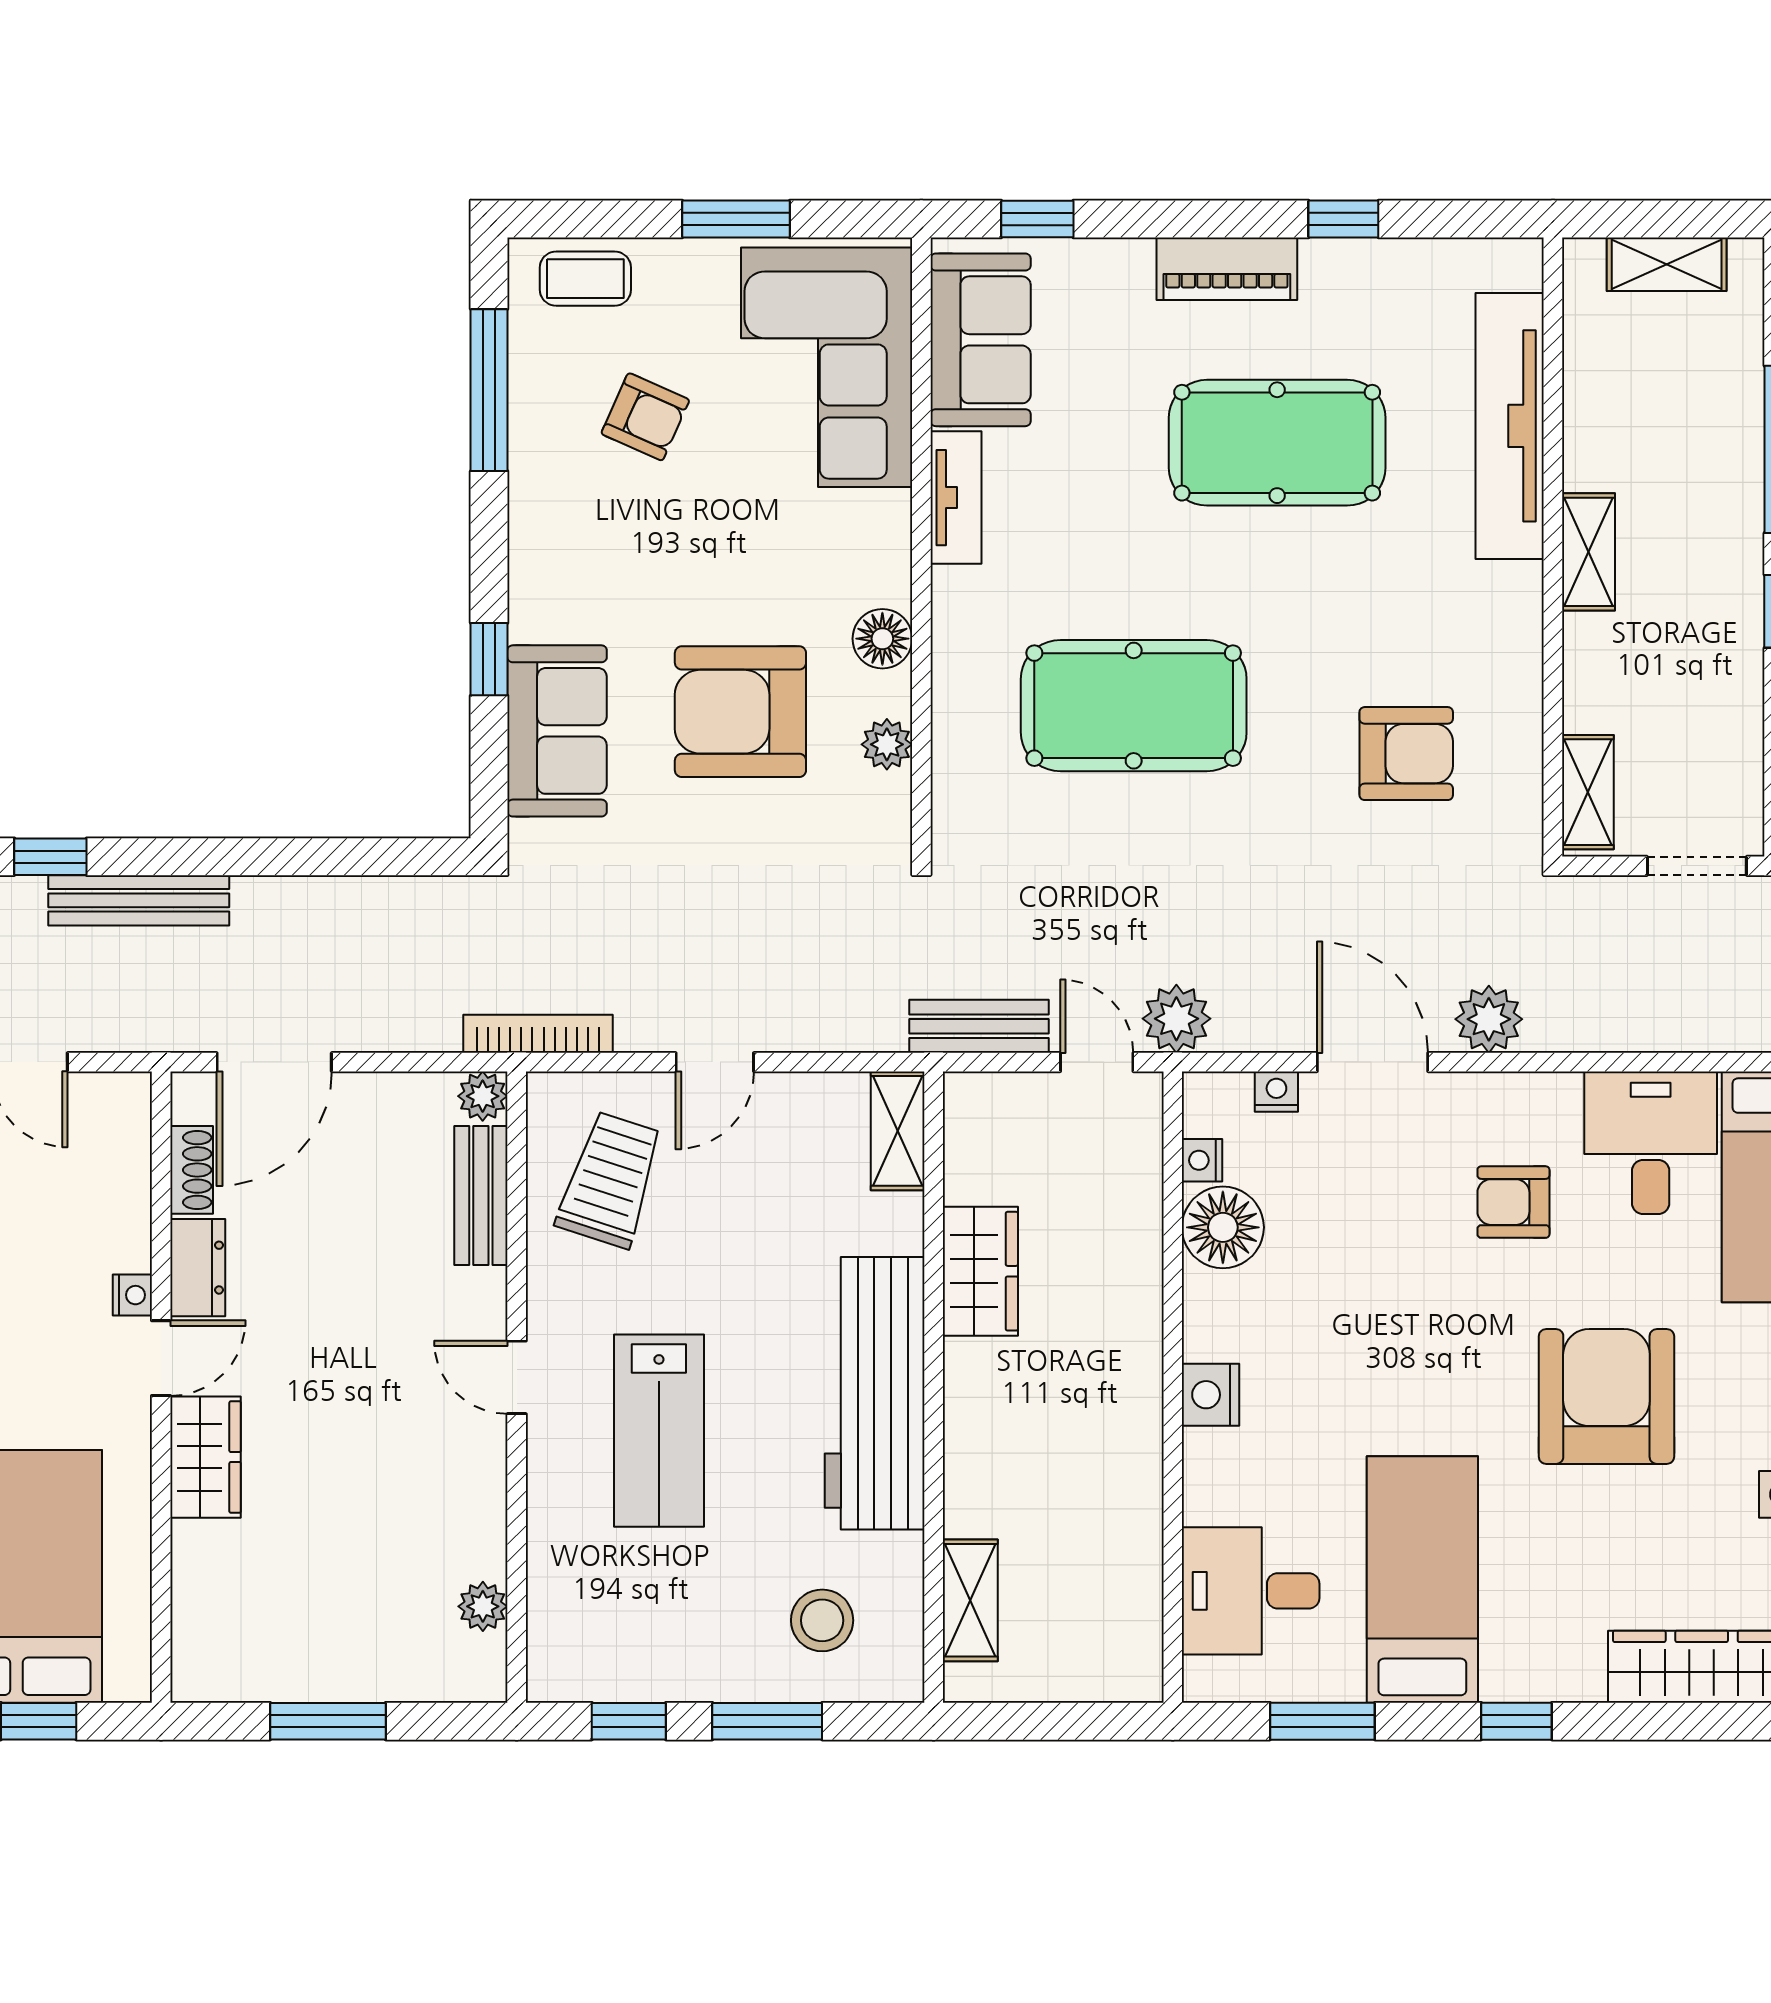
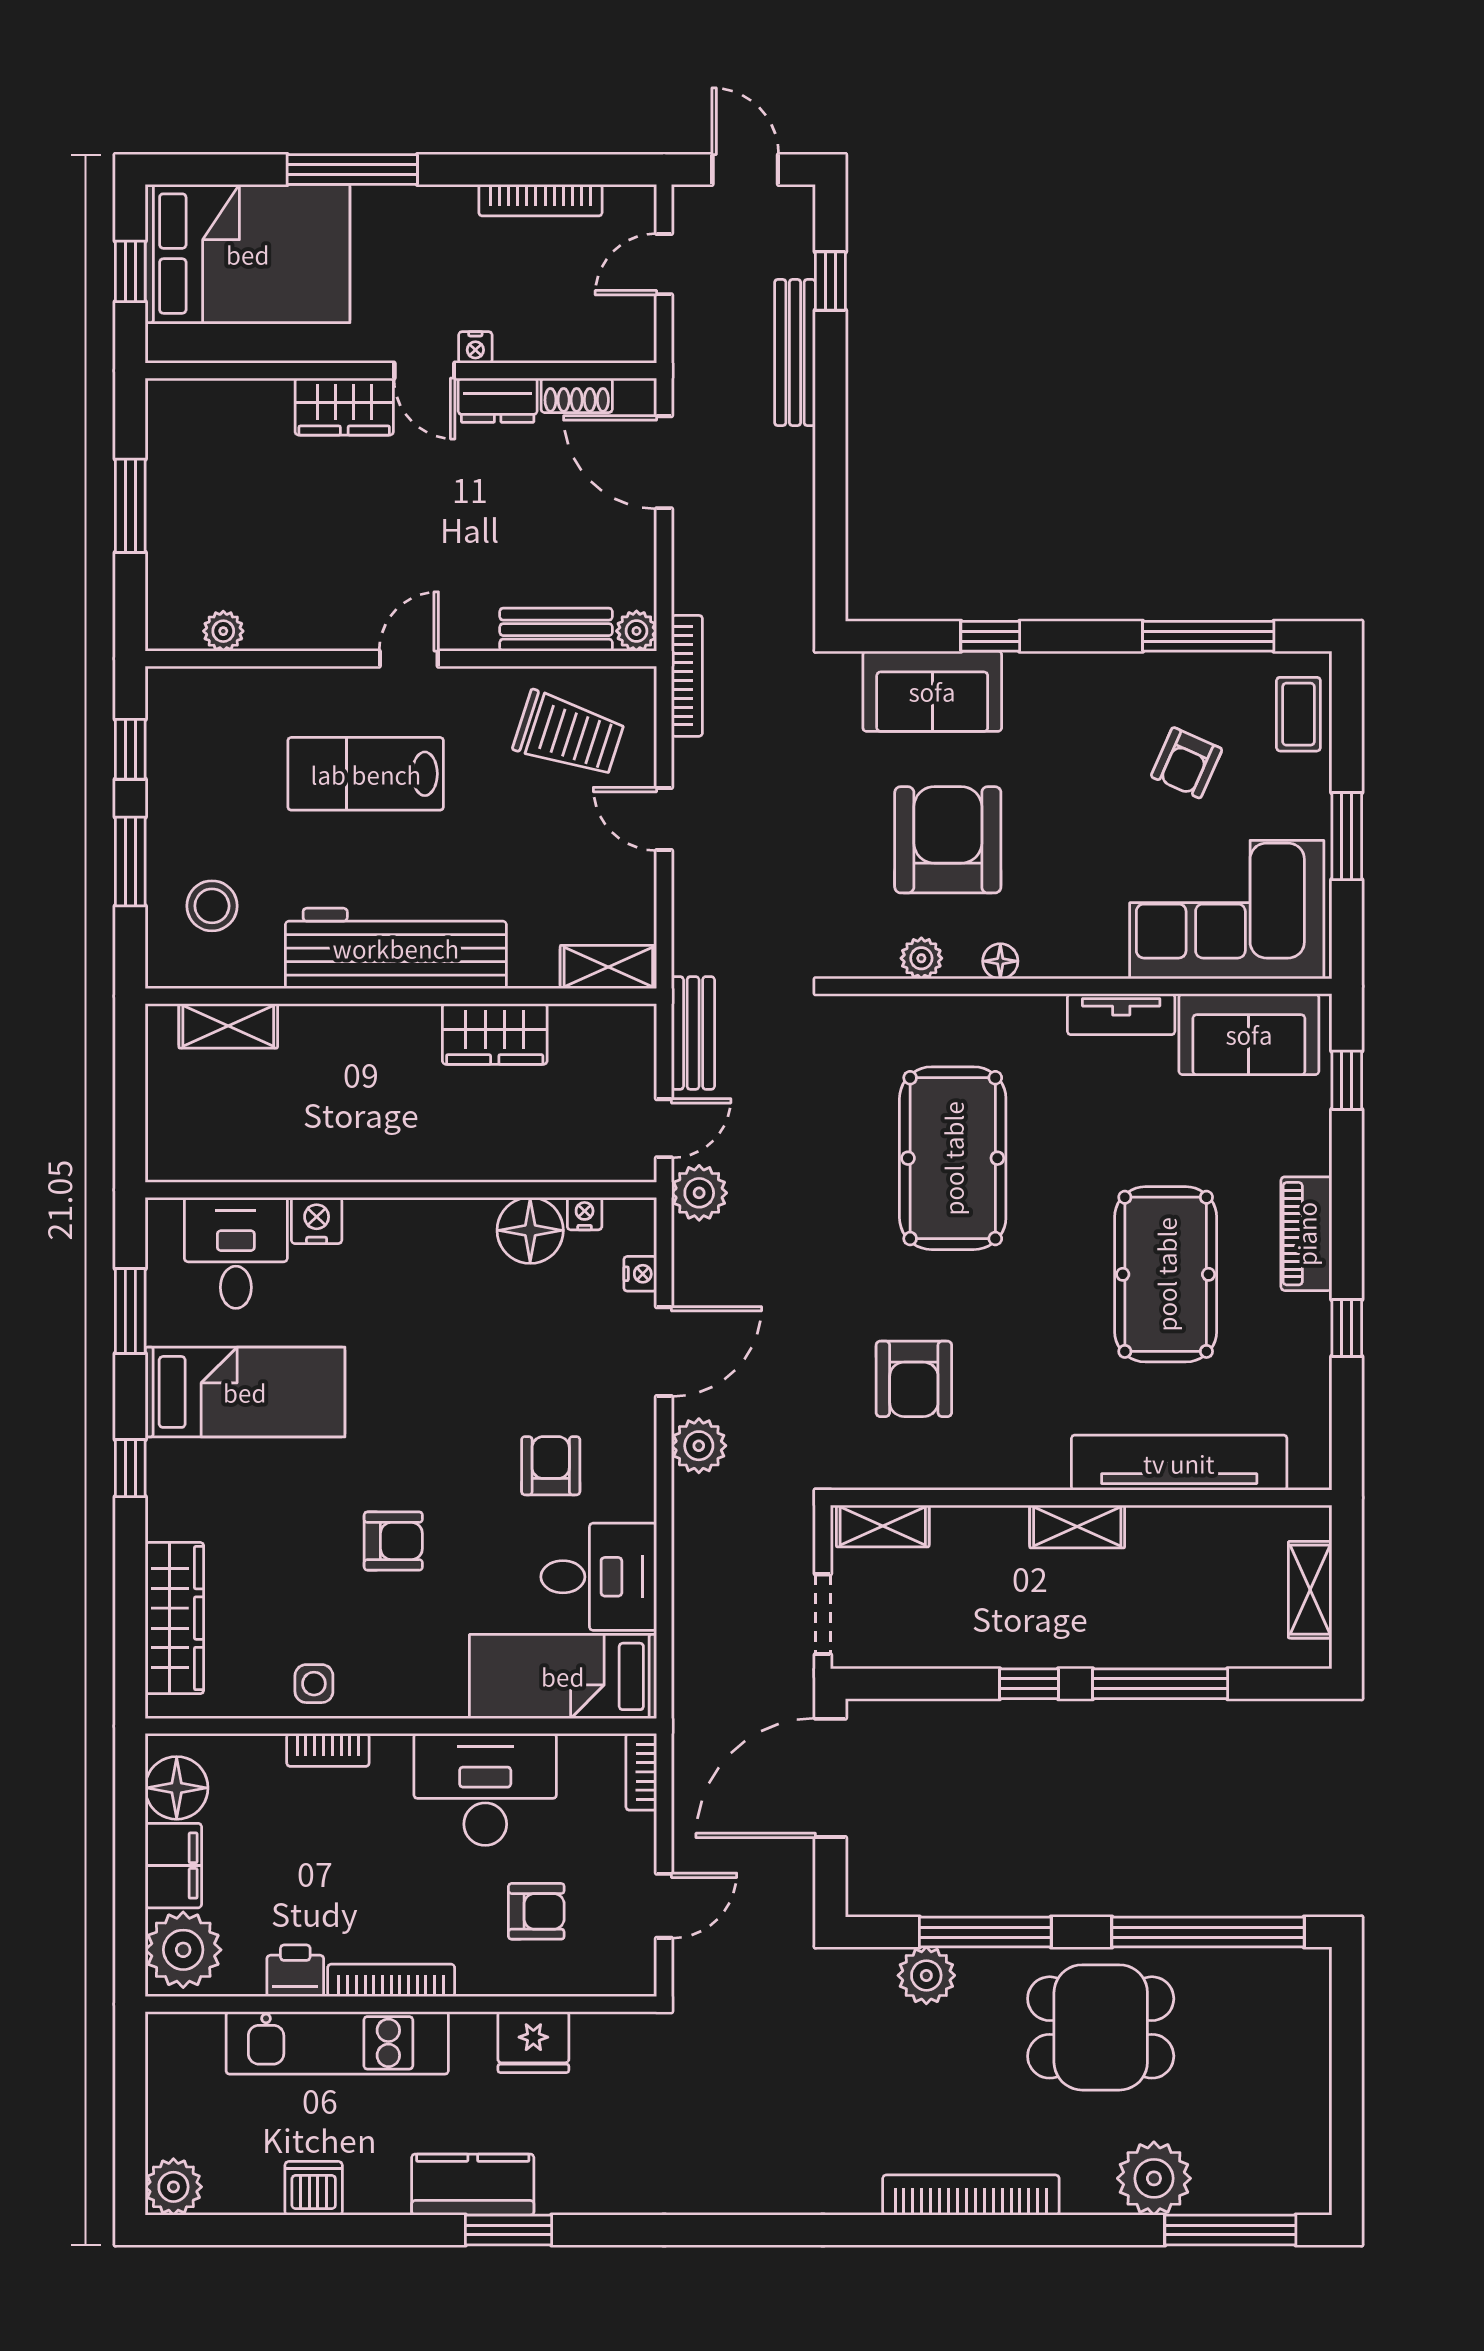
floor lamp: (882, 639) -> (1000, 961), width x0.73, depth x0.73
nightstand: (1211, 1395) -> (317, 1220), moved
armchair: (1606, 1396) -> (393, 1541), width x0.53, depth x0.53

